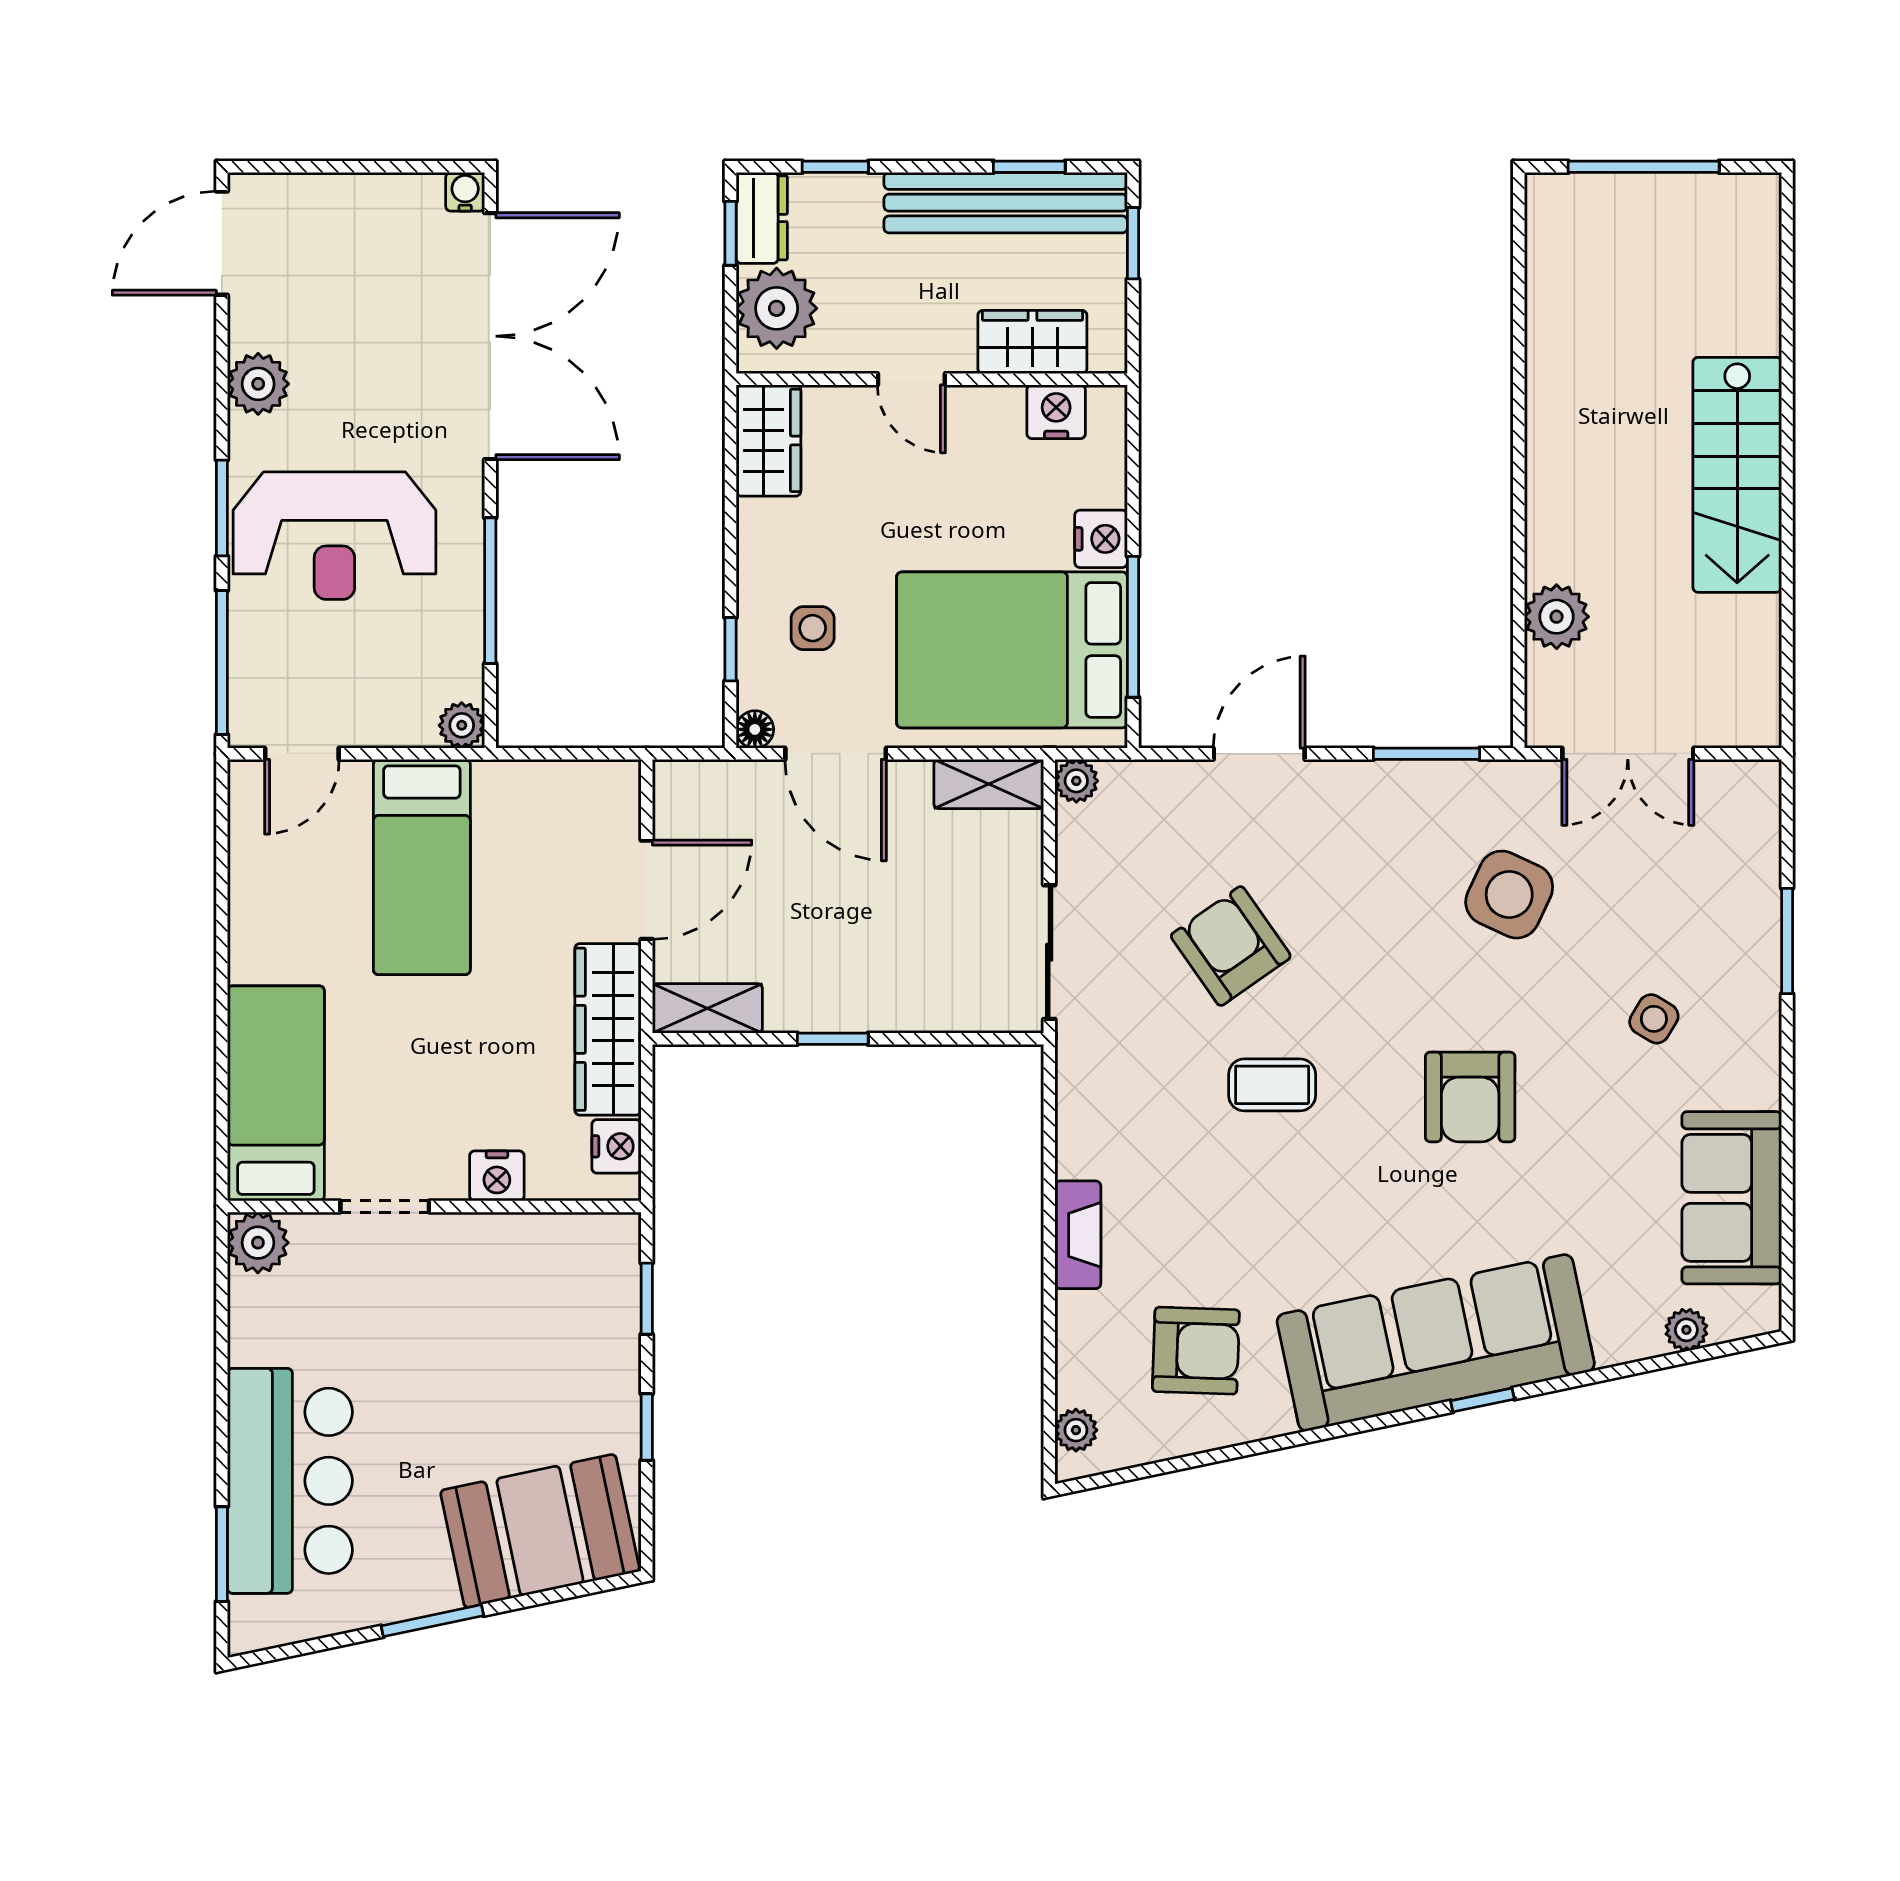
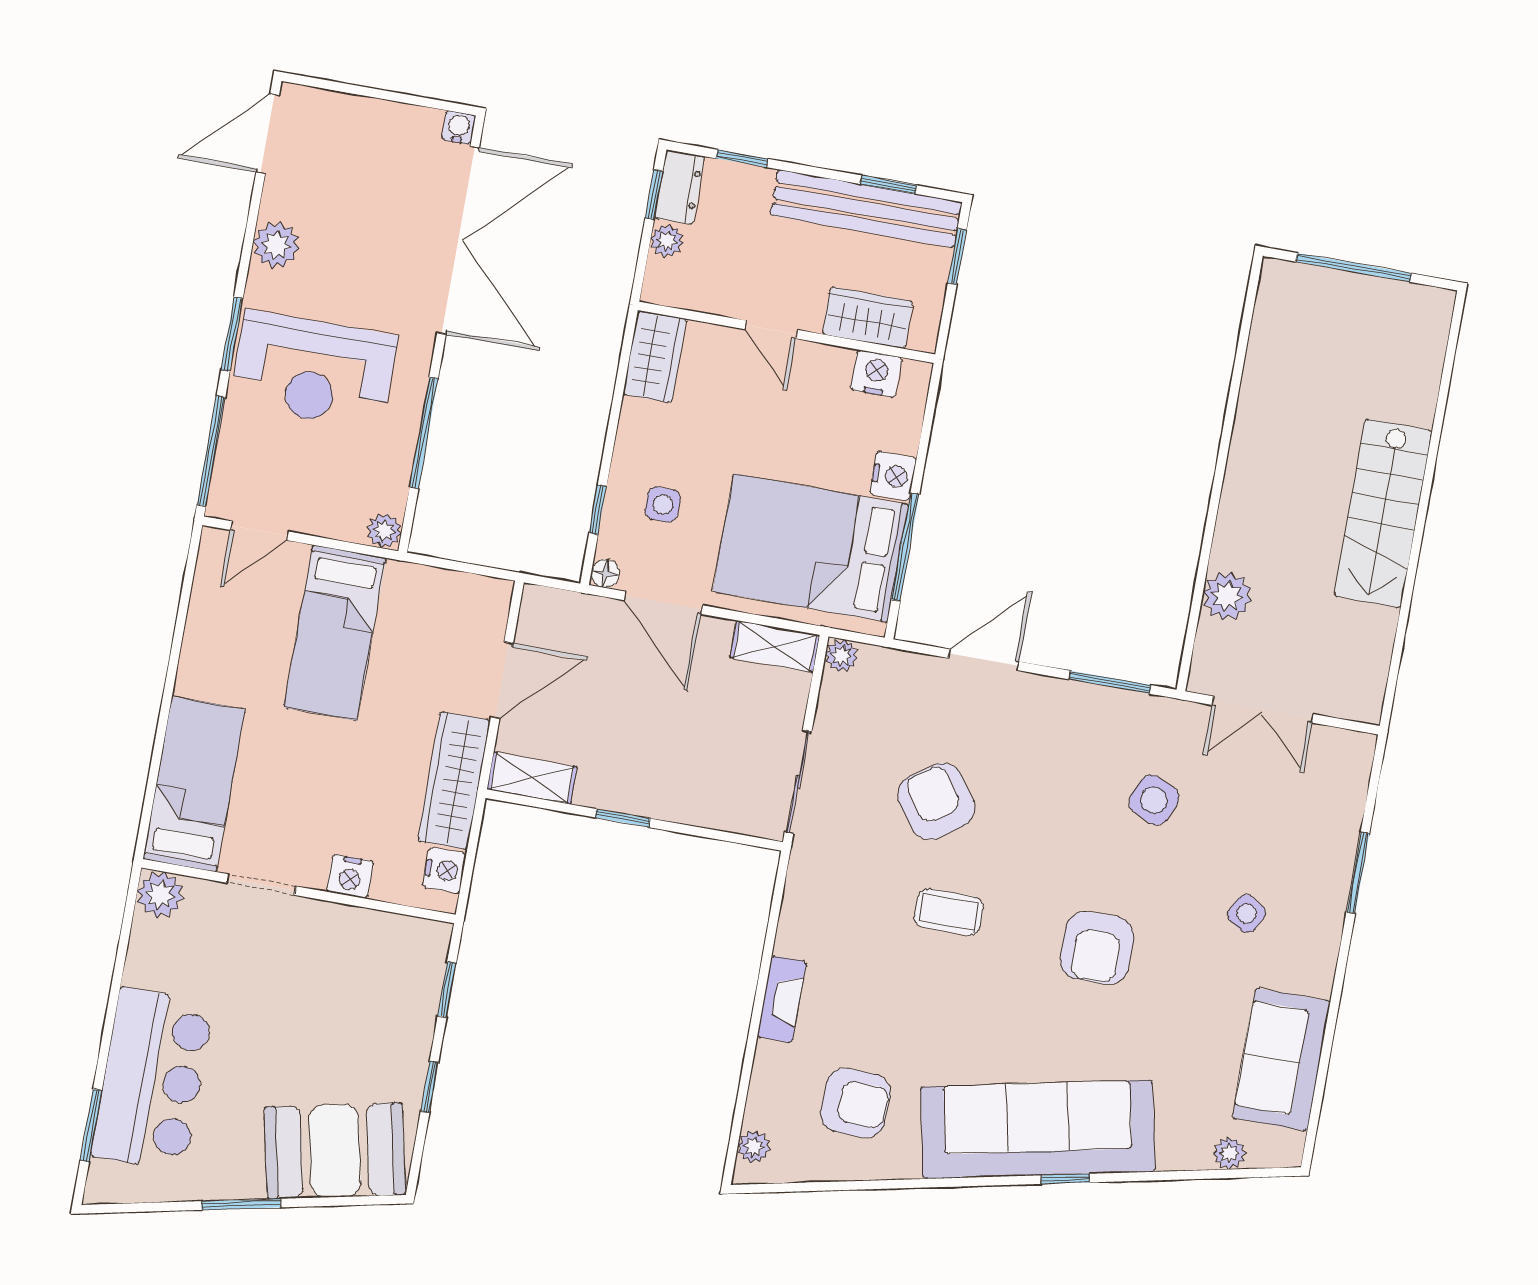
plant: (777, 308) -> (667, 241), width x0.53, depth x0.53
side table: (1509, 895) -> (1154, 800), width x0.73, depth x0.73

